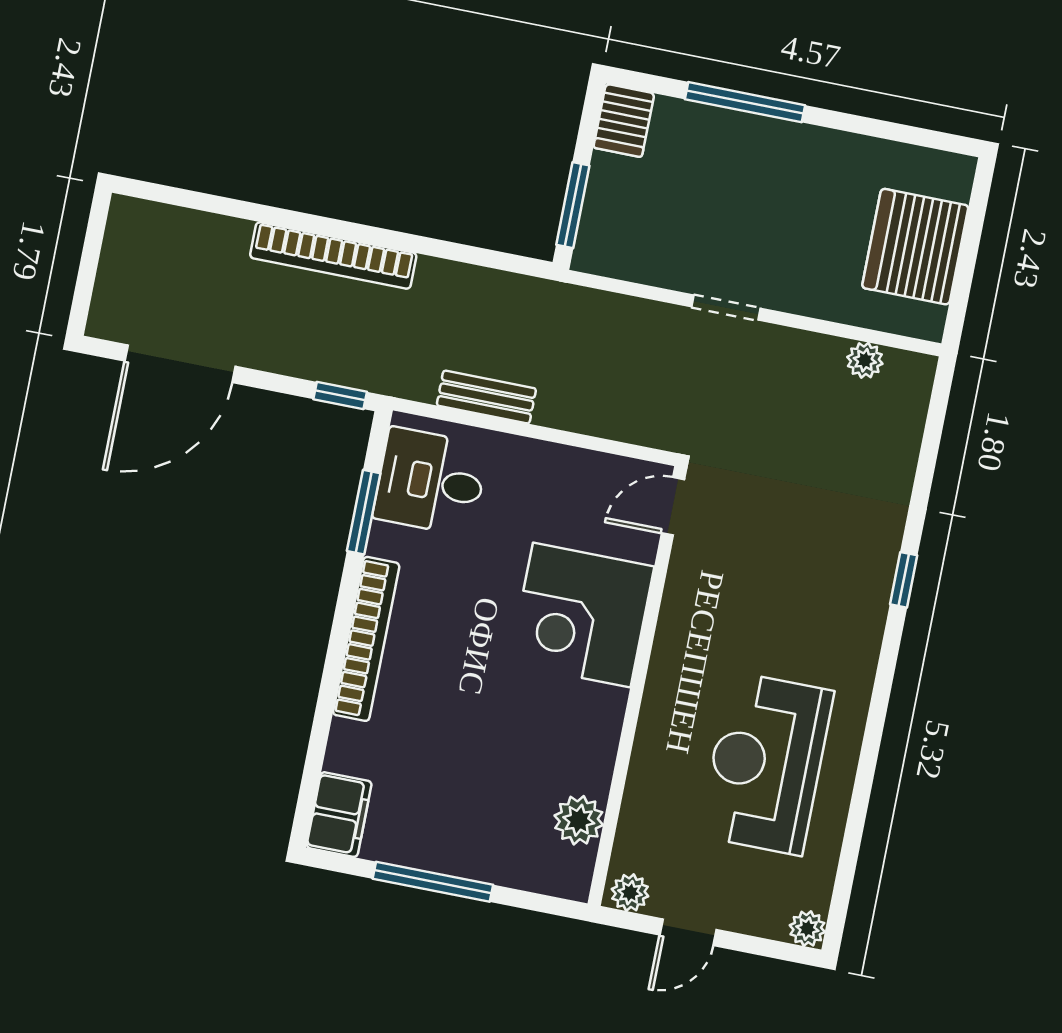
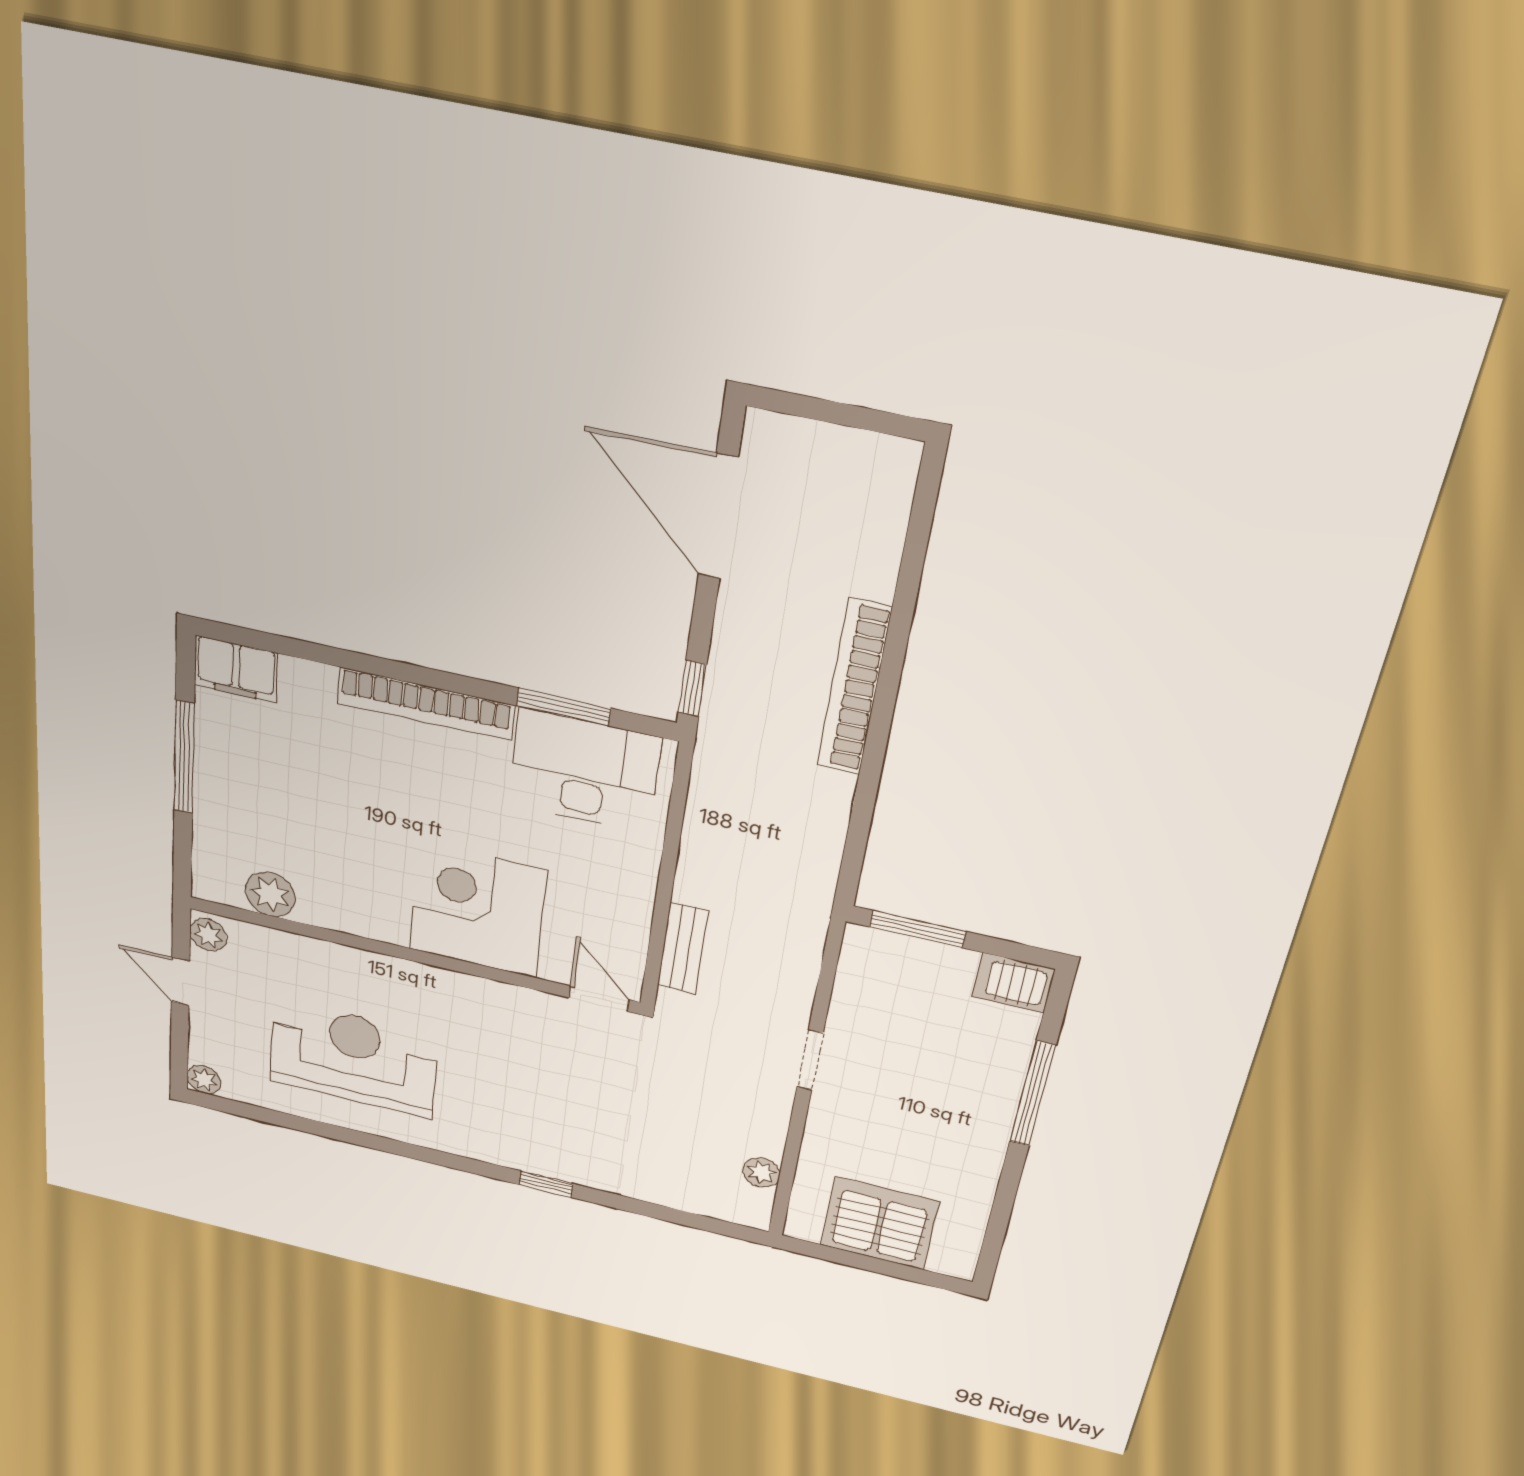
bench: (486, 397) -> (683, 948), moved
desk: (431, 482) -> (584, 771), width x1.37

